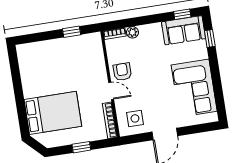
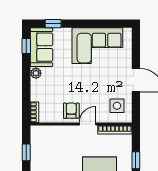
plant: (133, 32) -> (36, 73), moved
armchair: (122, 72) -> (71, 111), turned 90

